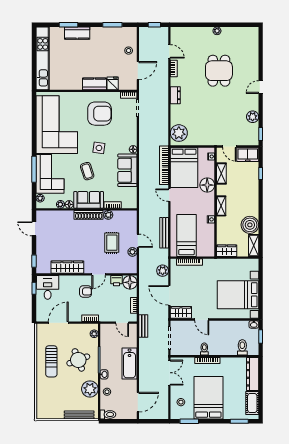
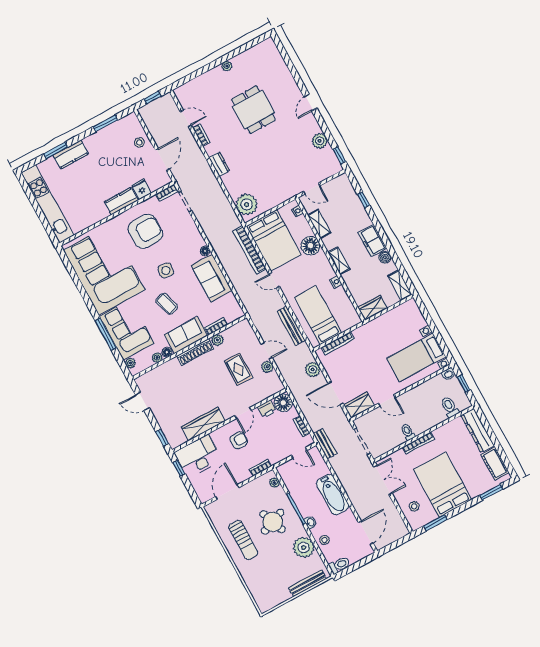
freezer: (248, 155) -> (372, 240), moved, turned 90
boiler: (250, 225) -> (385, 257), width x0.54, depth x0.54
desk: (48, 287) -> (198, 456), width x1.37
bed with nightstands: (238, 295) -> (416, 357), width x0.73

